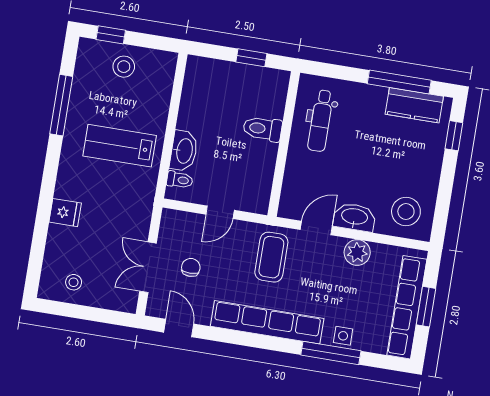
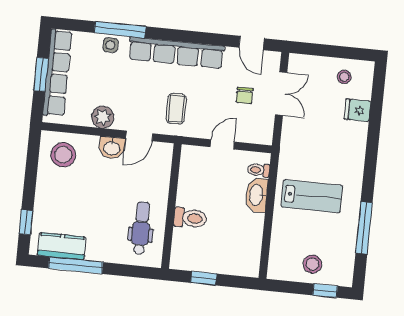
fridge: (65, 213) -> (358, 110), moved
washbasin: (354, 217) -> (112, 148), width x0.72
coffee table: (271, 257) -> (176, 109), width x0.73, depth x0.77

